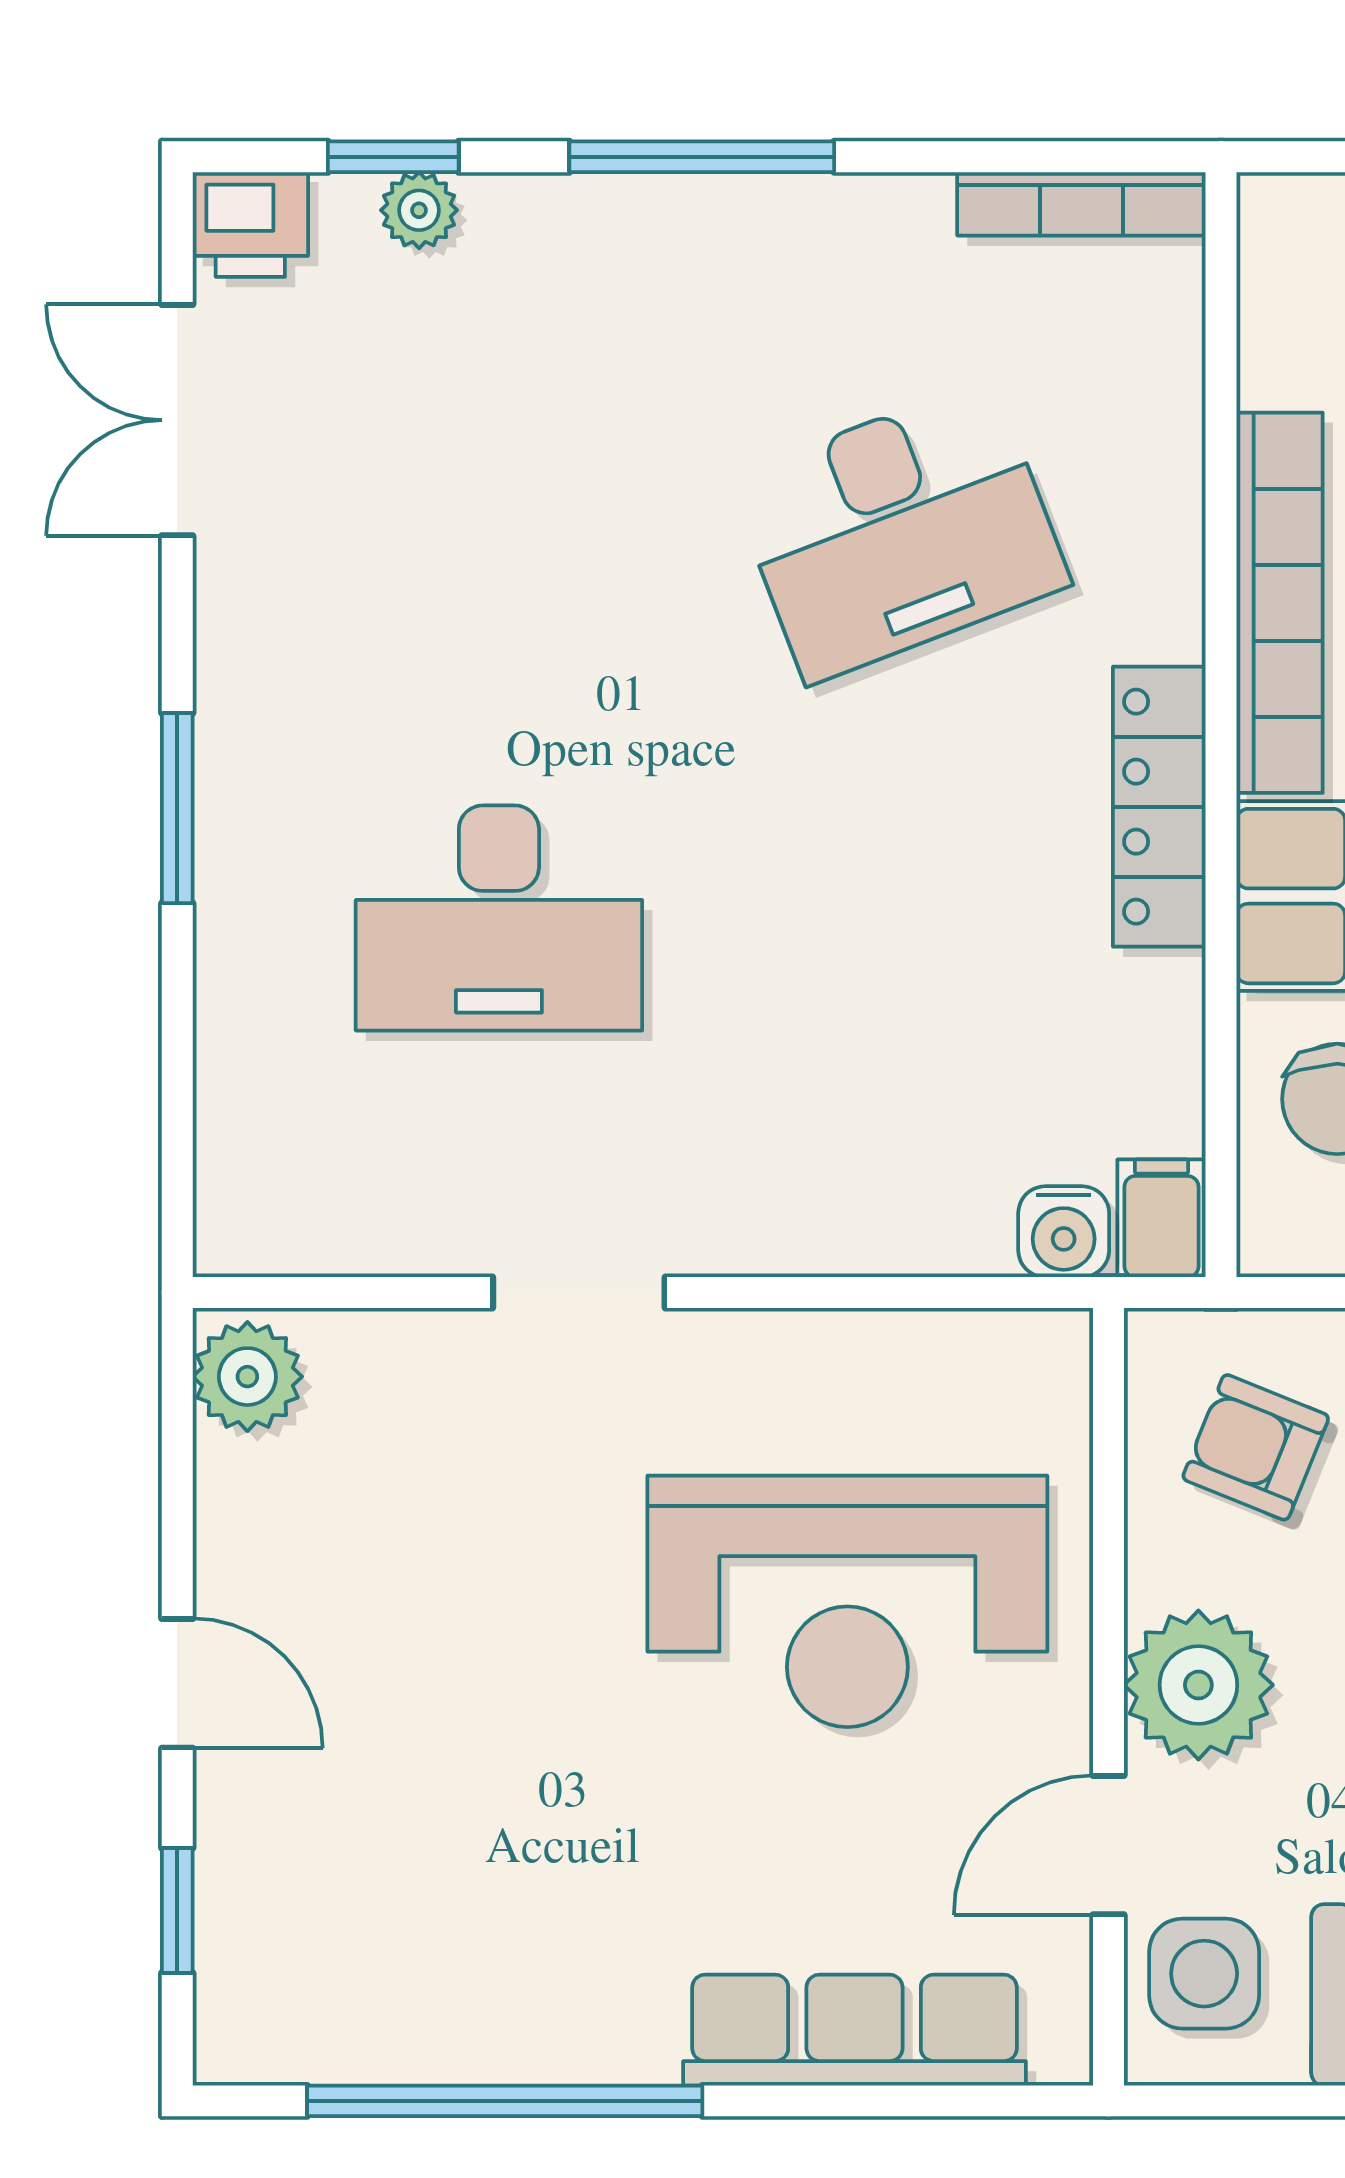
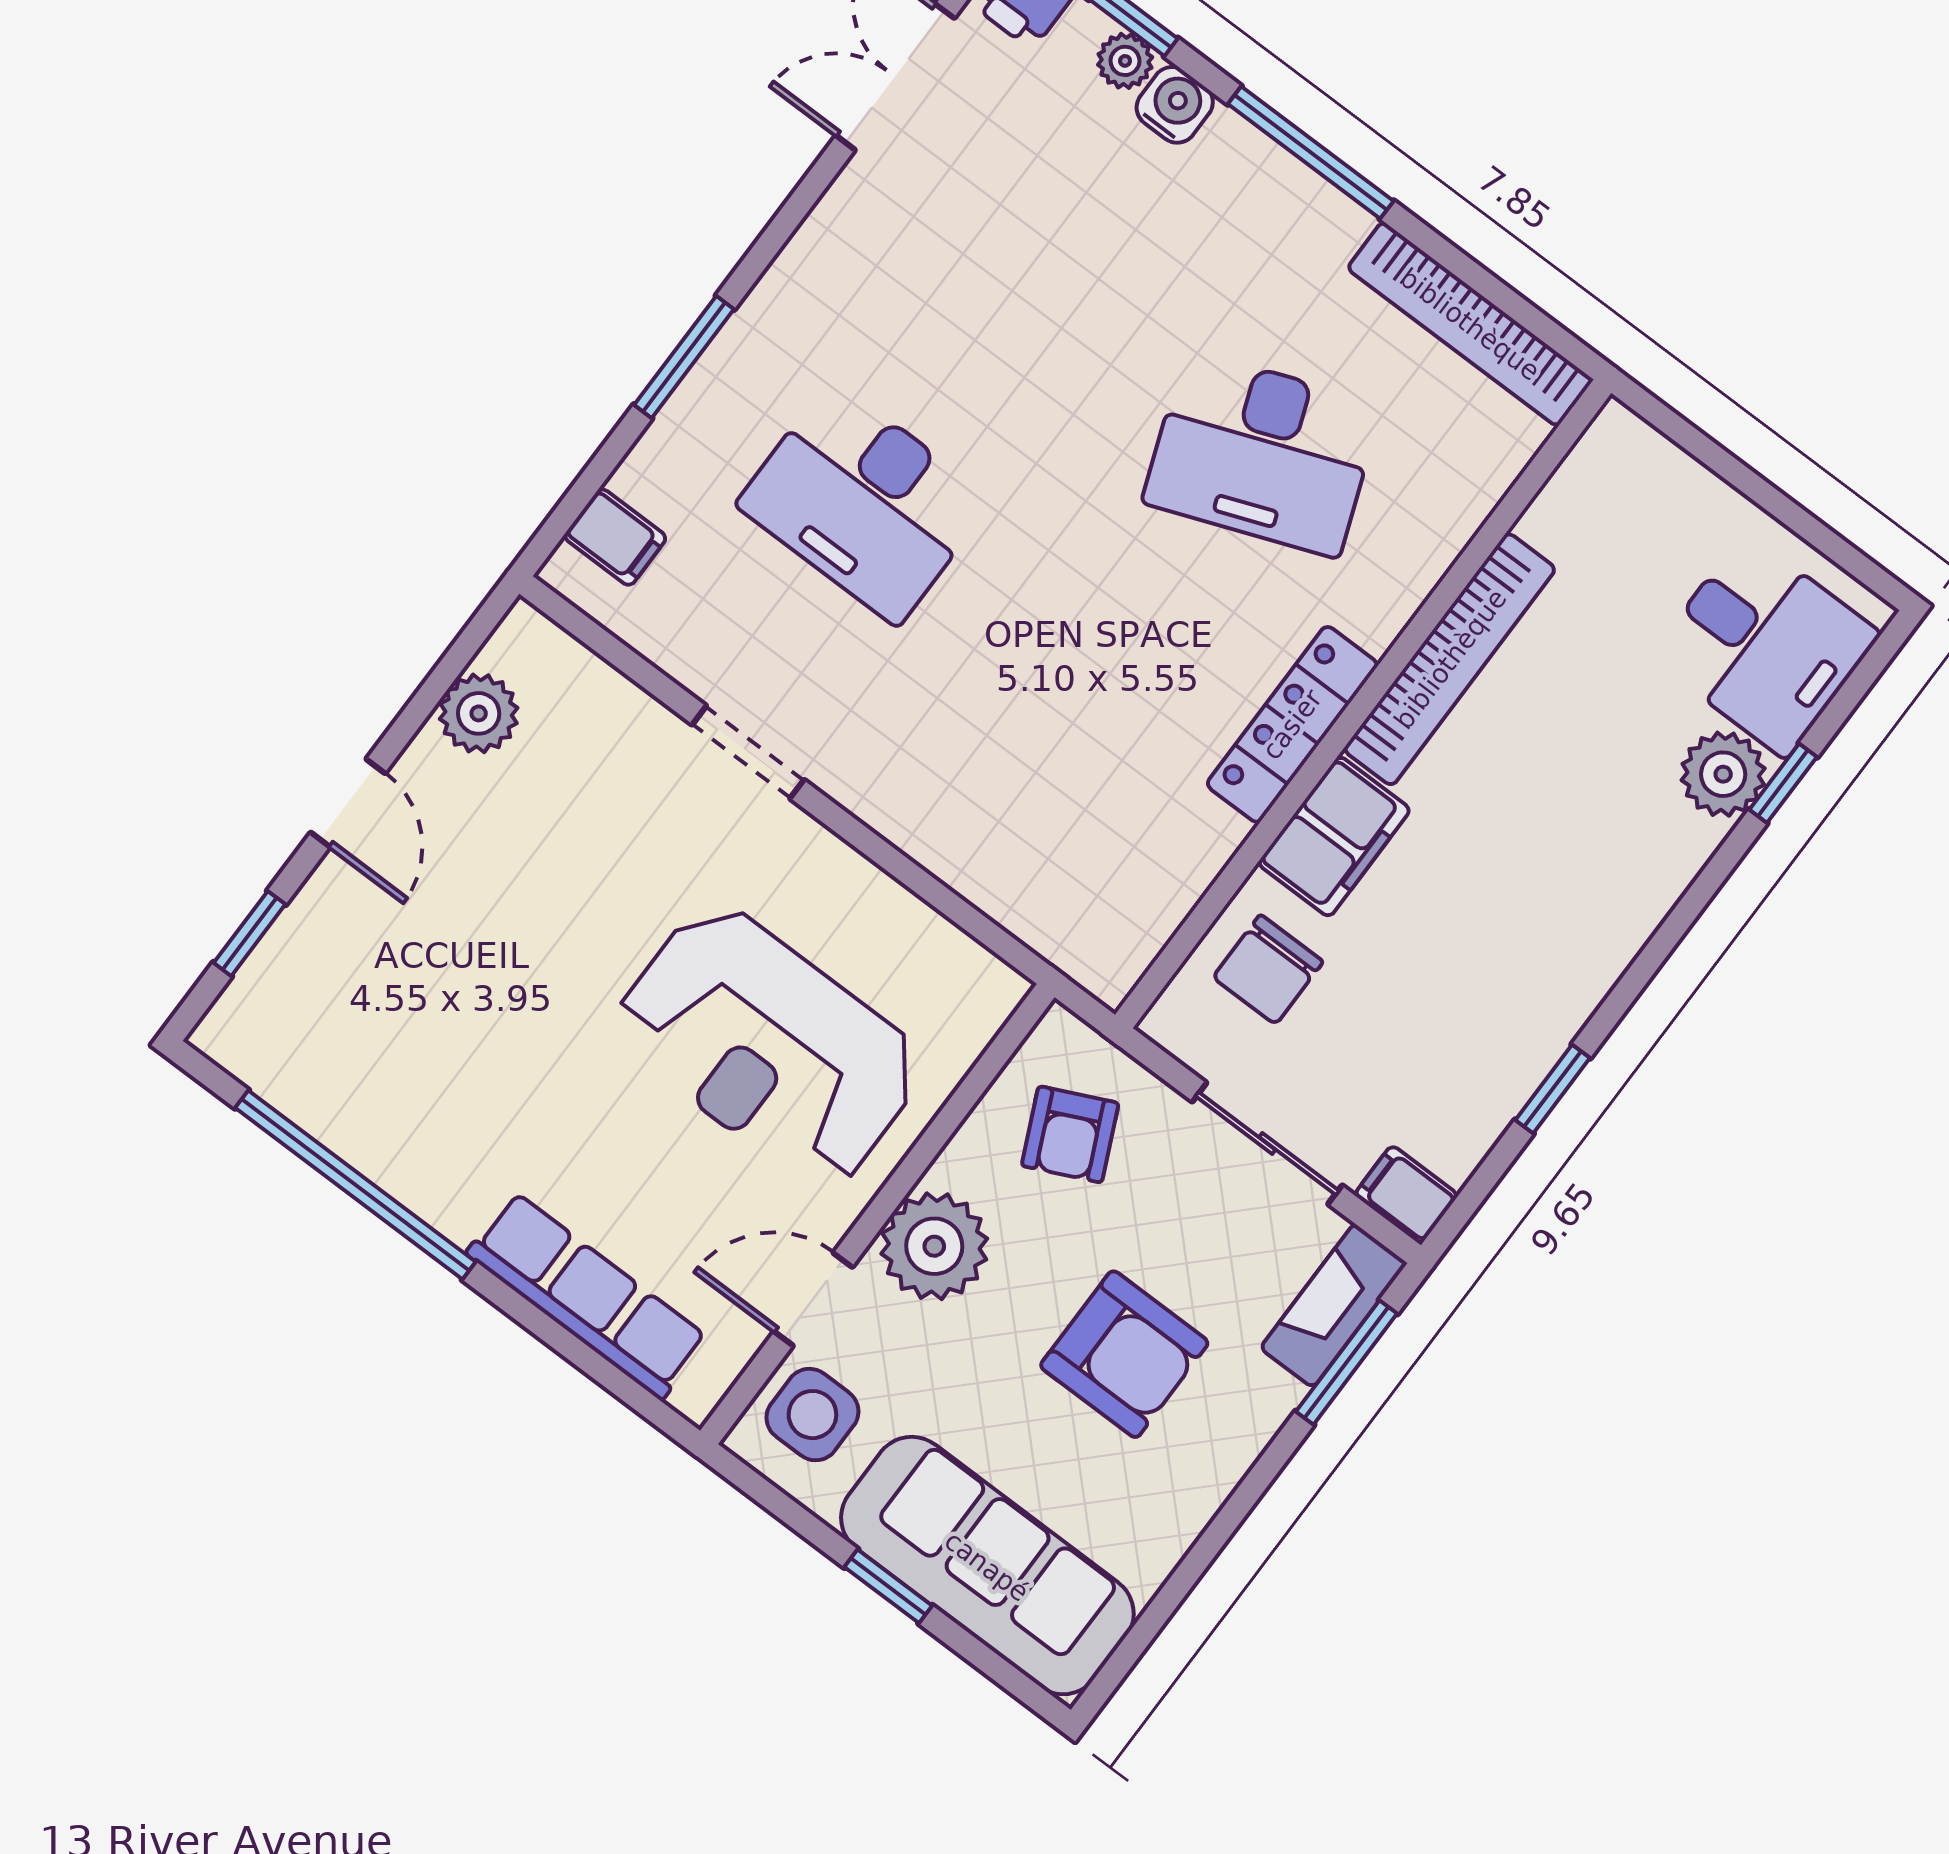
bookcase: (1081, 204) -> (1470, 324), width x1.48, depth x1.31
window: (177, 808) -> (684, 357), moved
filing cabinet: (1161, 1218) -> (615, 537), moved, turned 90
water cooler: (1064, 1232) -> (1175, 105), moved, turned 180
plant: (247, 1377) -> (479, 713), moved
armchair: (1256, 1447) -> (1070, 1134), turned -137

